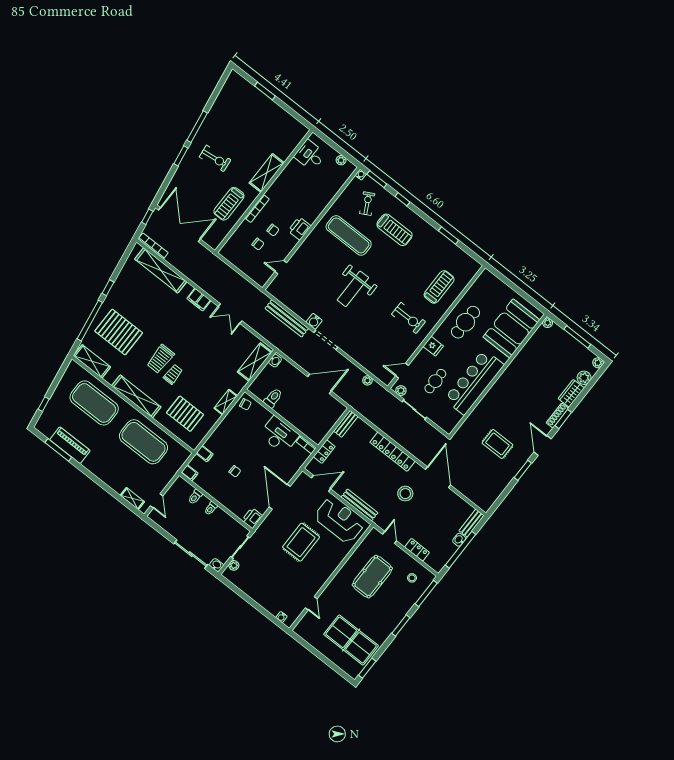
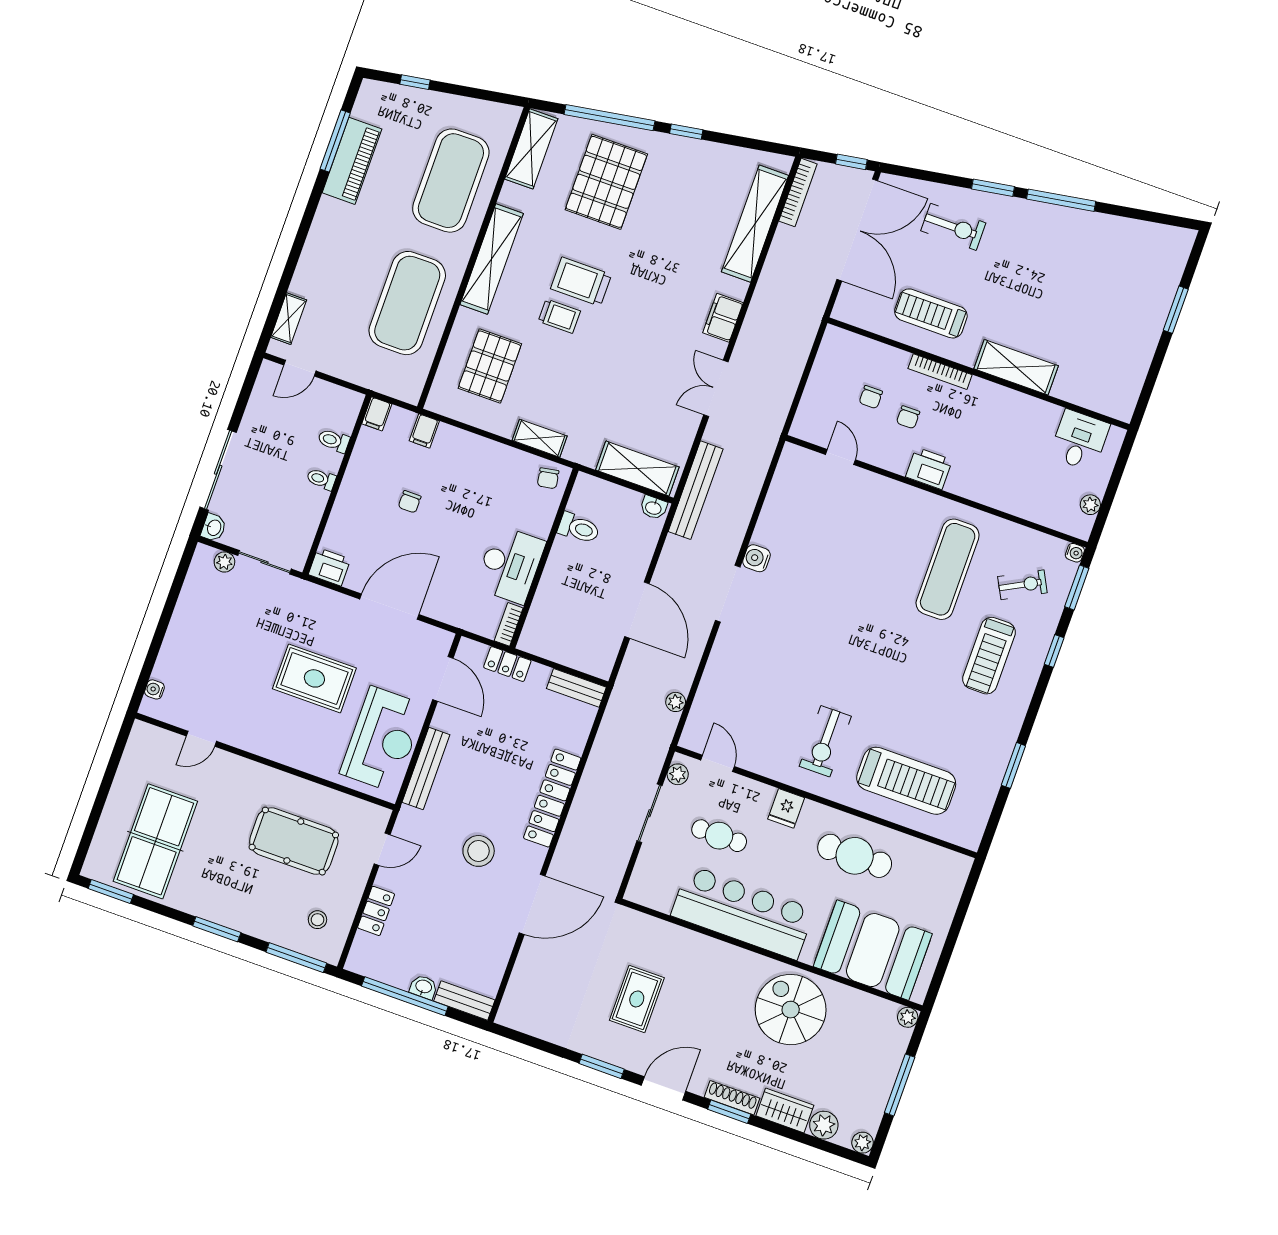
exercise bike: (215, 158) -> (953, 227), moved, turned -83
treadmill: (439, 287) -> (906, 781), width x1.37, depth x1.38
weight bench: (353, 289) -> (846, 613), removed
bench: (287, 318) -> (696, 490), moved
spiral stairs: (526, 375) -> (791, 1010), added

